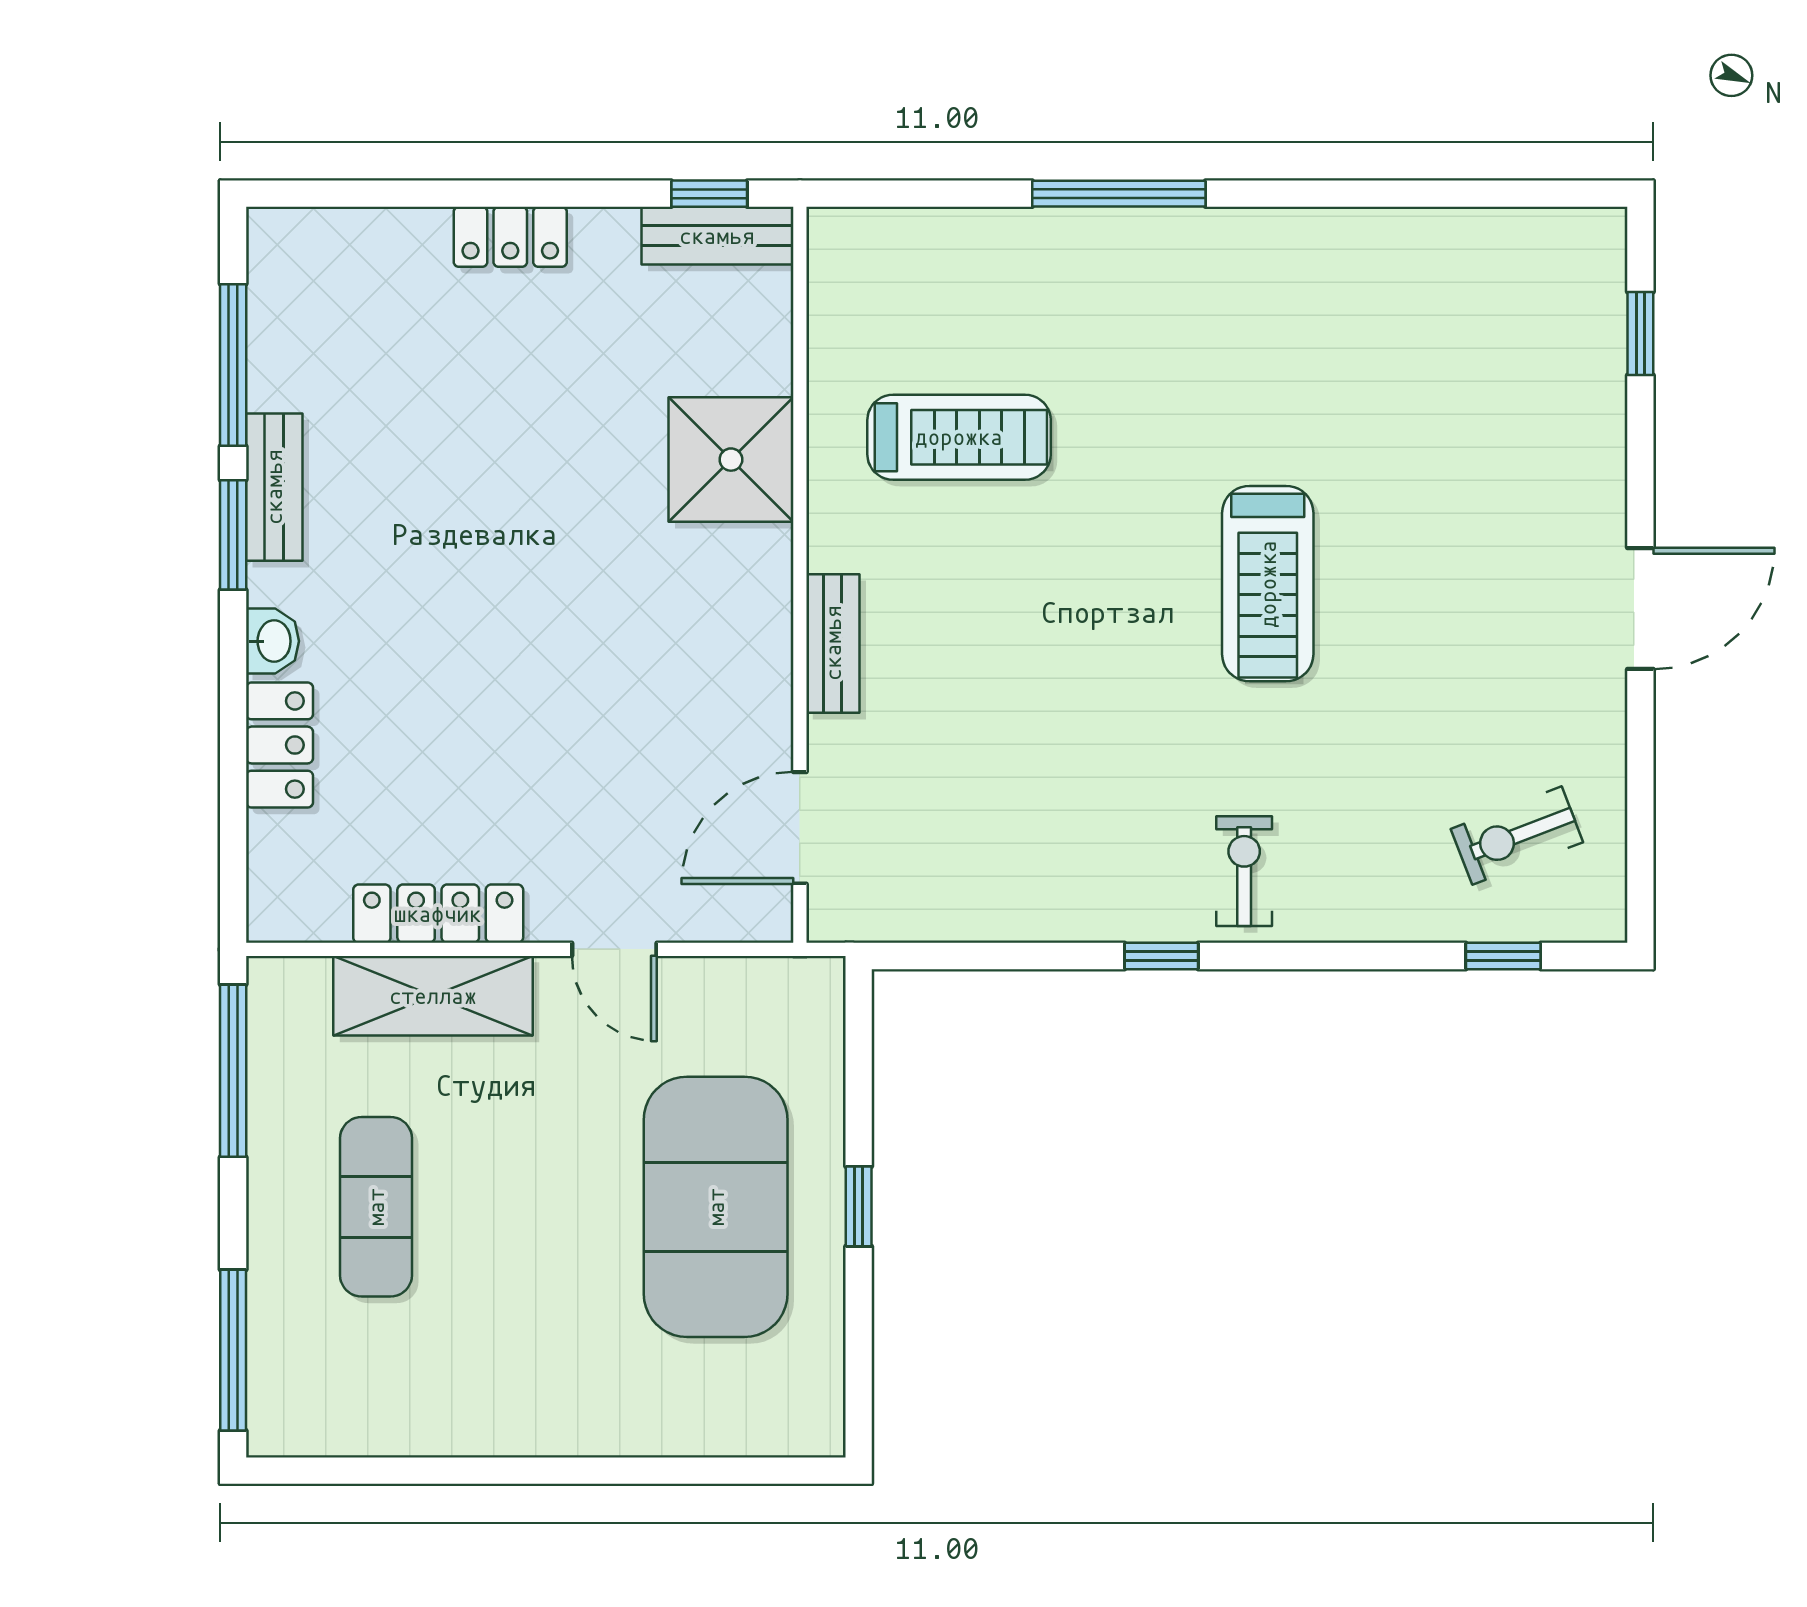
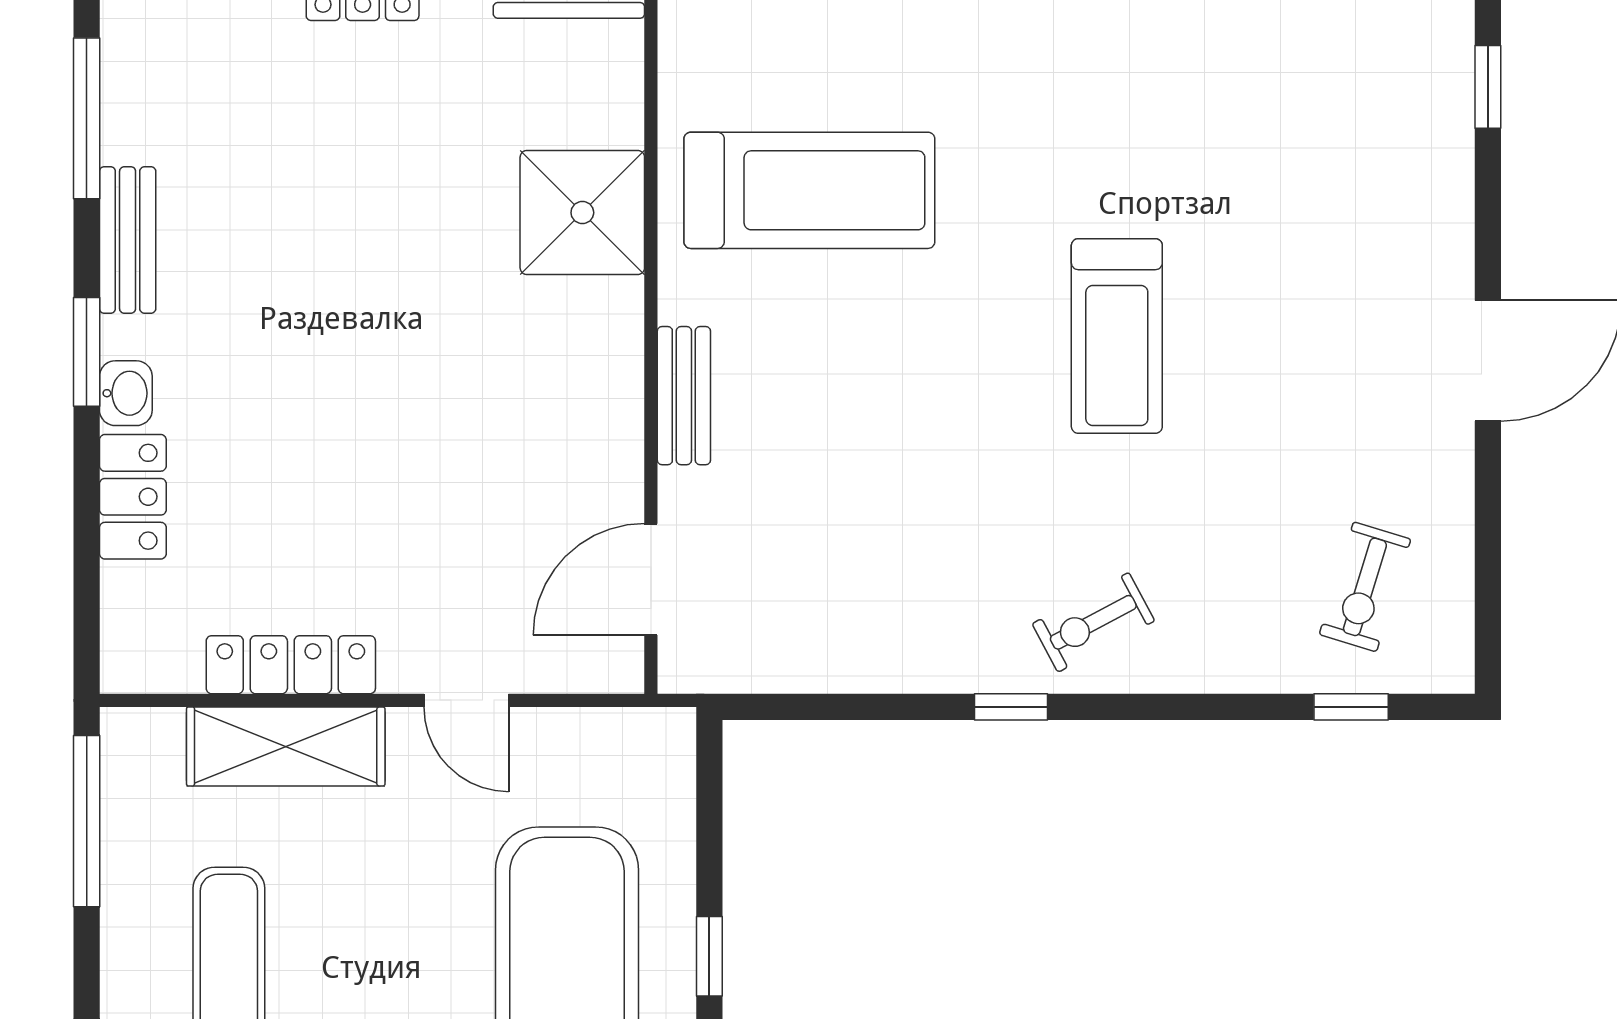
treadmill: (959, 437) -> (809, 190), width x1.37, depth x1.38
window: (233, 535) -> (87, 352), moved
exercise bike: (1517, 836) -> (1365, 587), turned -52
exercise bike: (1244, 871) -> (1093, 622), turned -118

